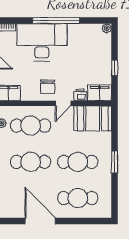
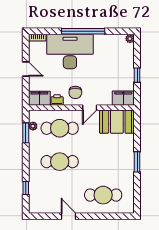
printer: (80, 95) -> (57, 100), moved
cafe table: (78, 162) -> (103, 162), removed
door: (40, 221) -> (69, 216), width x0.53

